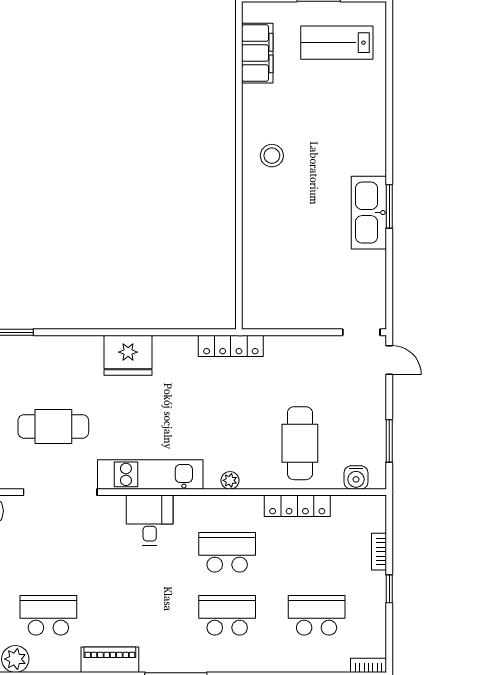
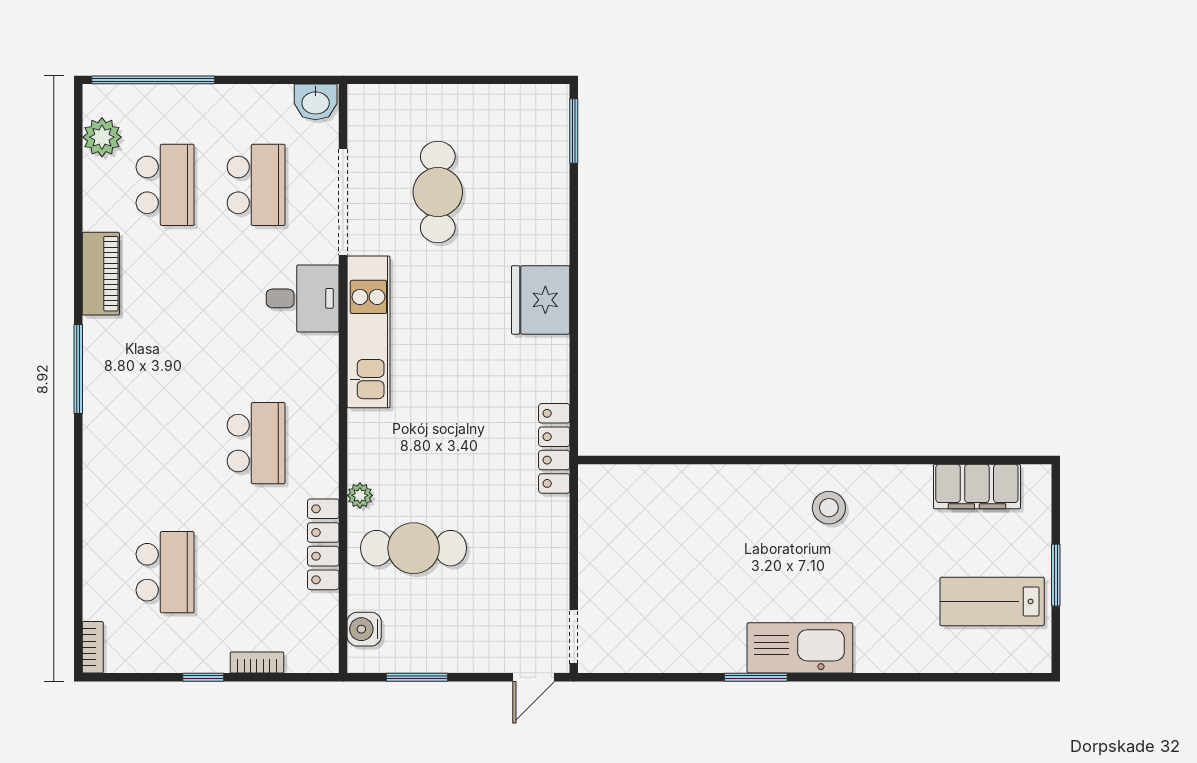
lab bench: (337, 43) -> (992, 601), turned -90
kitchen sink: (369, 213) -> (800, 648), moved
plant: (230, 480) -> (360, 495), moved
desk: (150, 520) -> (303, 298), moved
school desk: (227, 615) -> (256, 185), moved

